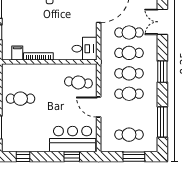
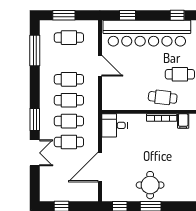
window: (162, 72) -> (35, 120), moved
cafe table: (78, 82) -> (163, 97), moved
bar counter: (73, 139) -> (147, 33), width x1.86

